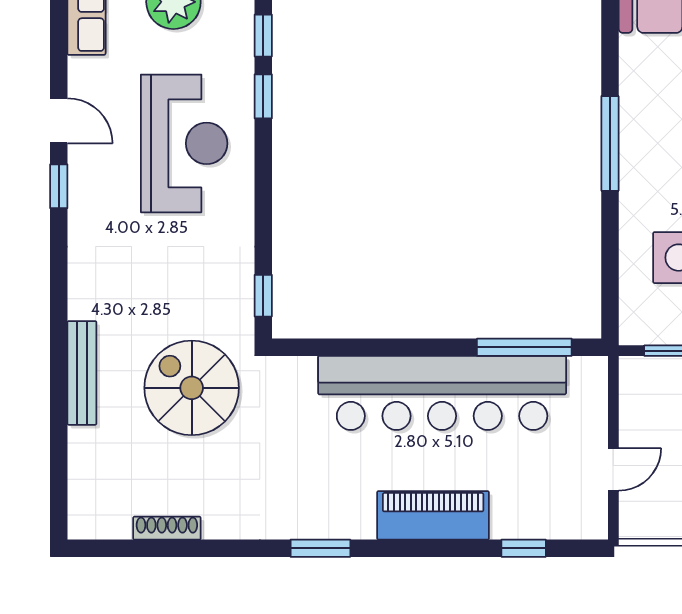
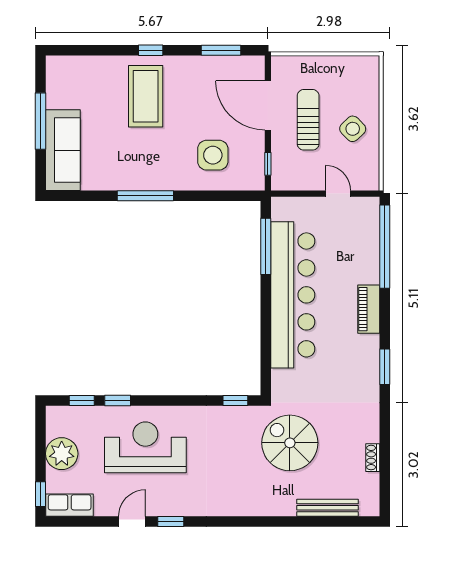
bench: (82, 373) -> (328, 508), moved
spiral stairs: (192, 388) -> (290, 443), turned 90
piano: (433, 515) -> (369, 309), width x0.73, depth x0.75
shoe rack: (167, 528) -> (373, 458), width x0.70
window: (524, 548) -> (385, 247), width x3.17

